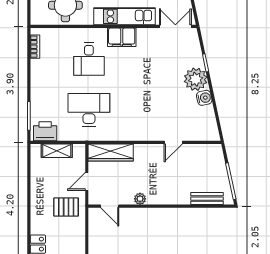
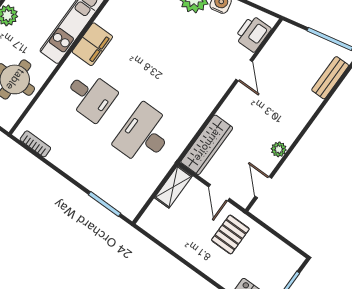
printer: (45, 131) -> (253, 34), moved
shelving: (57, 151) -> (173, 187), moved
door: (110, 206) -> (263, 187), swing flipped

